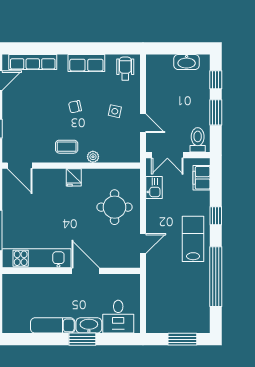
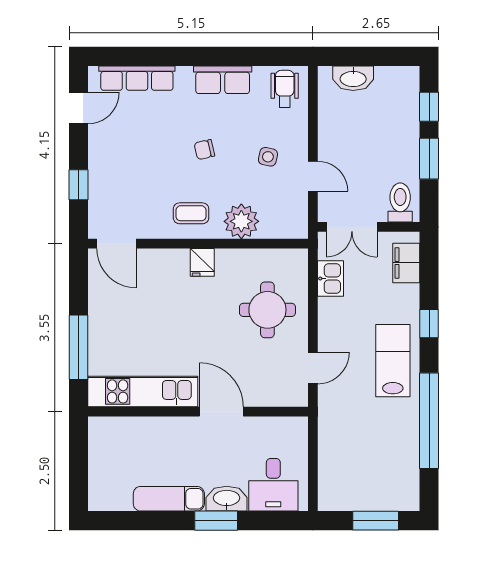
washbasin: (187, 62) -> (353, 78), moved
plant: (93, 157) -> (241, 221), width x1.88, depth x1.88

